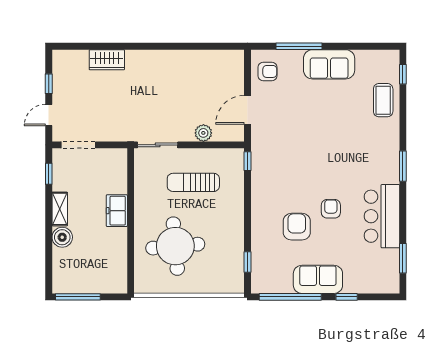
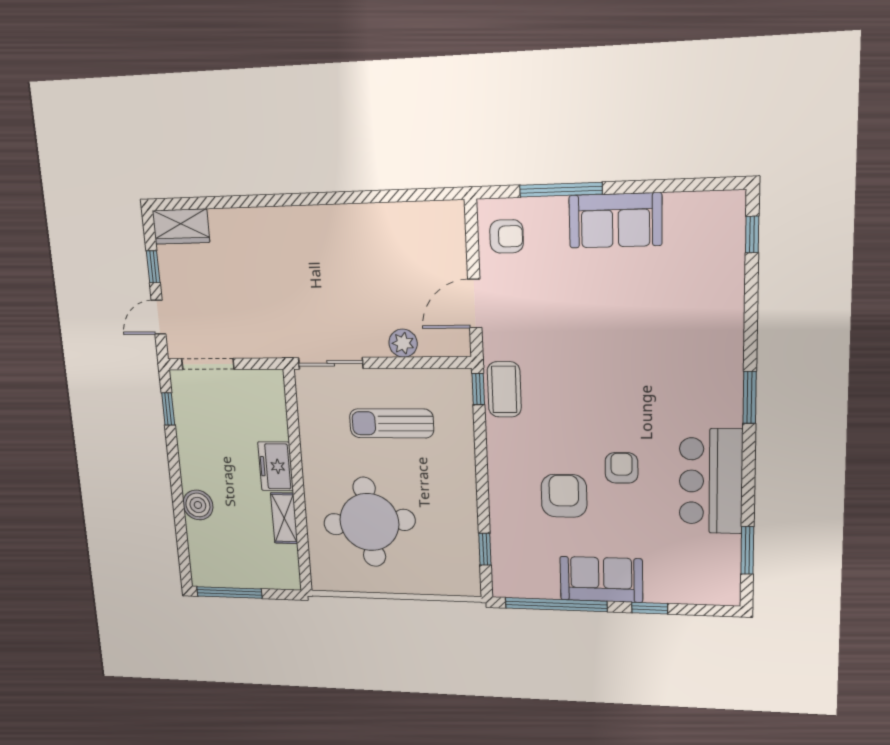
wardrobe: (107, 60) -> (181, 226), moved
coffee table: (383, 100) -> (504, 389), moved
shelving: (60, 209) -> (284, 518), moved

